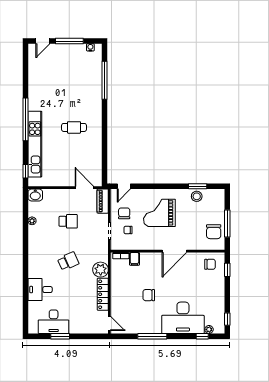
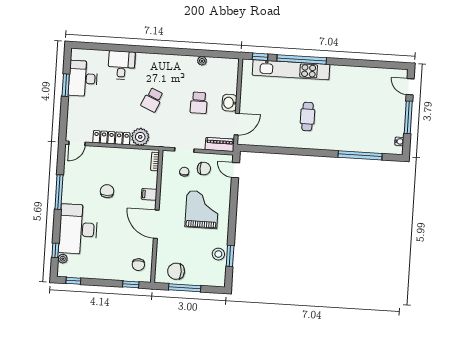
window: (25, 119) -> (302, 59), moved
washbasin: (35, 195) -> (229, 103), moved
filing cabinet: (134, 259) -> (149, 194), moved
school desk: (68, 261) -> (152, 100), turned 48

